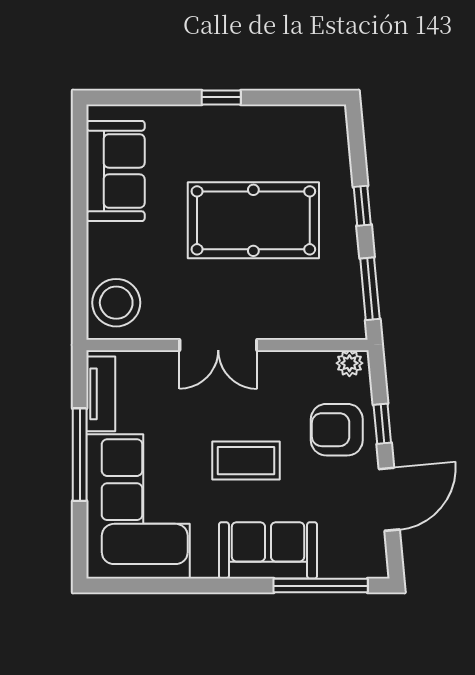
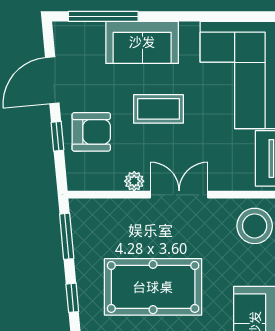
plant: (349, 363) -> (134, 181), moved

